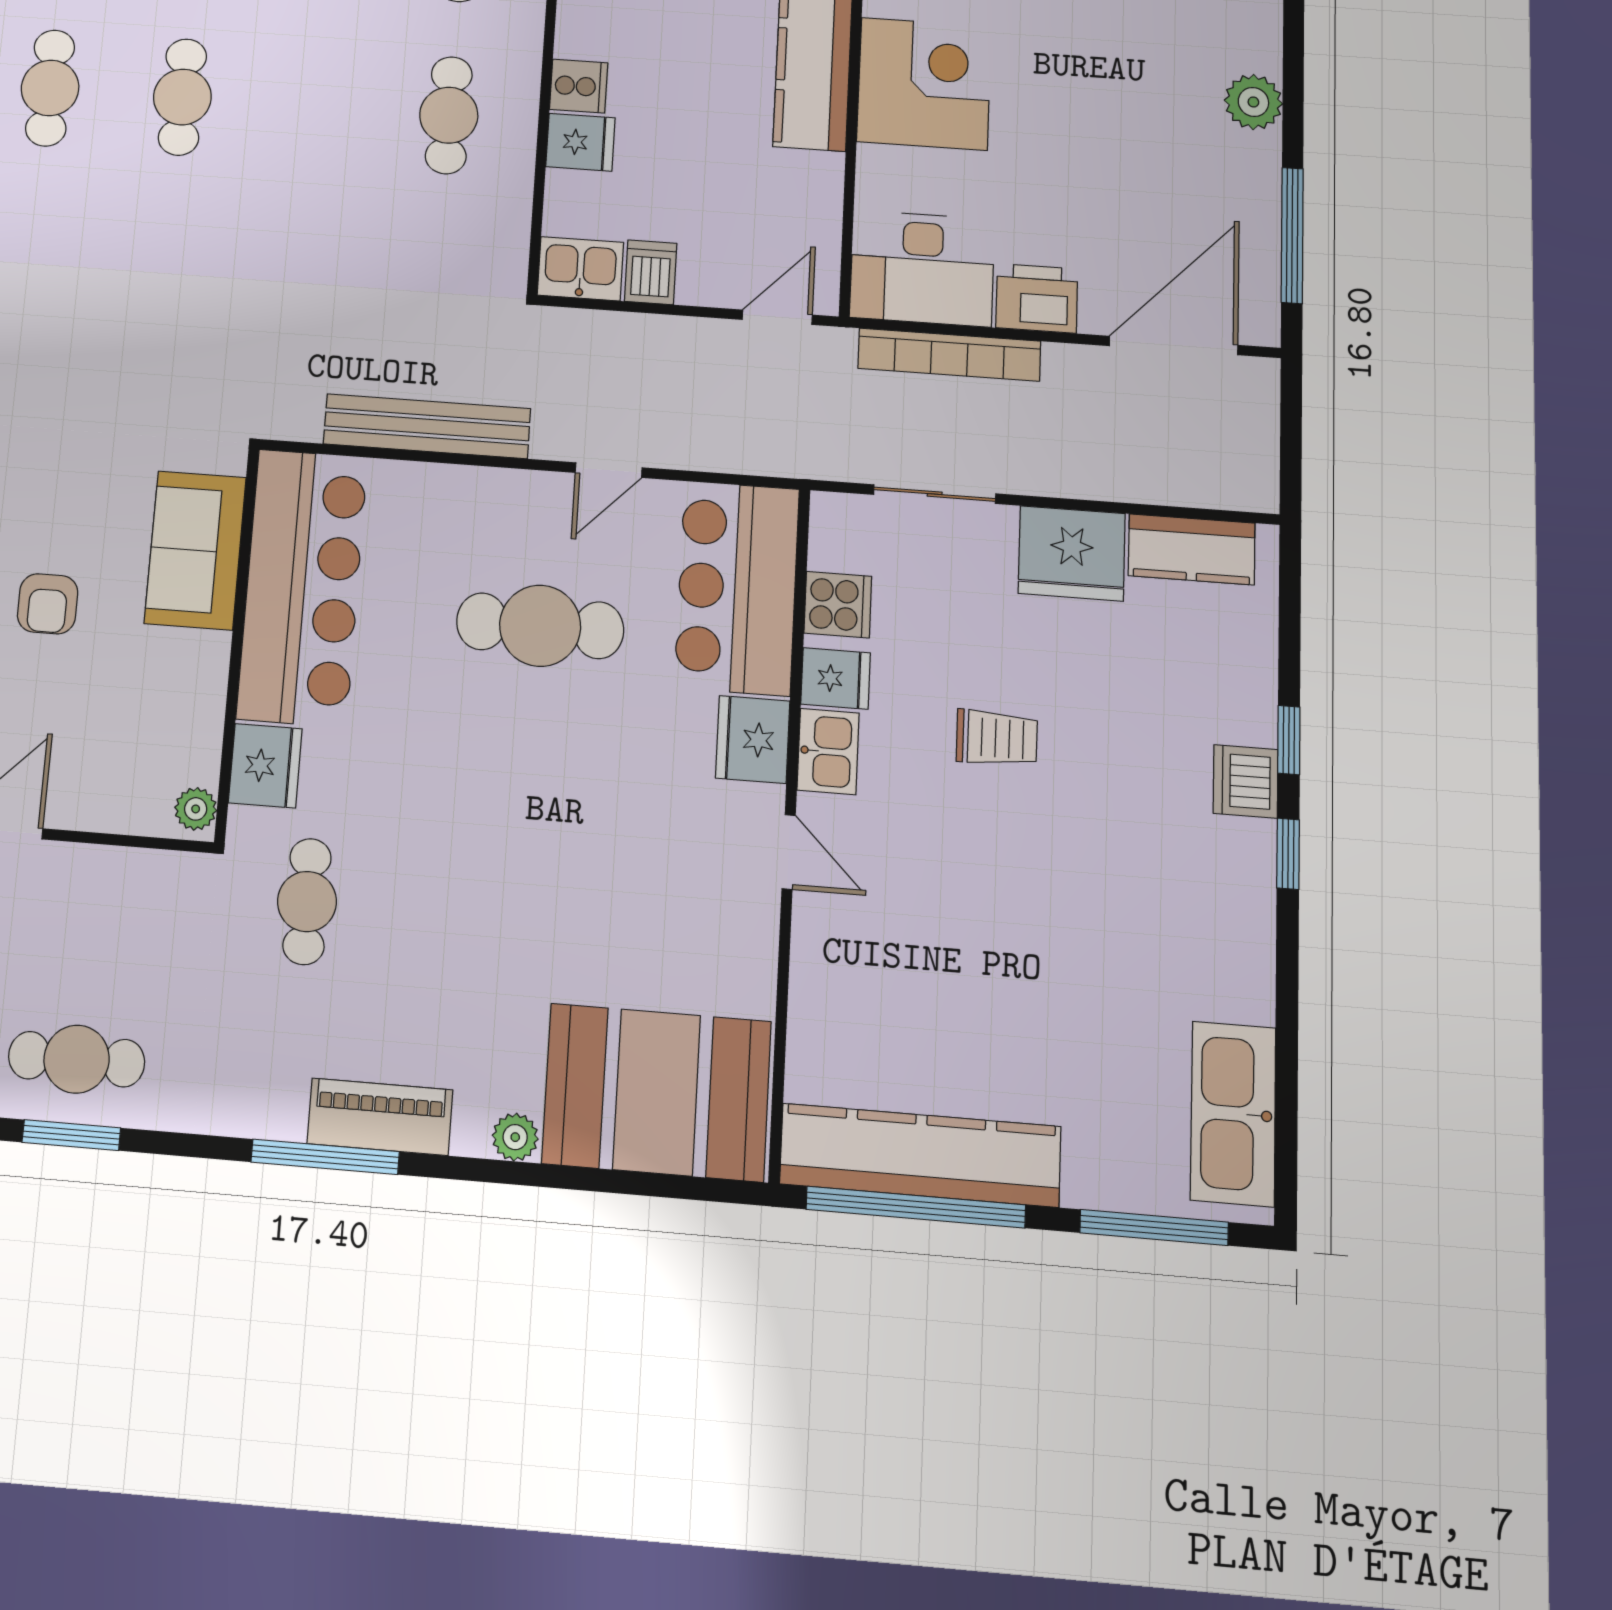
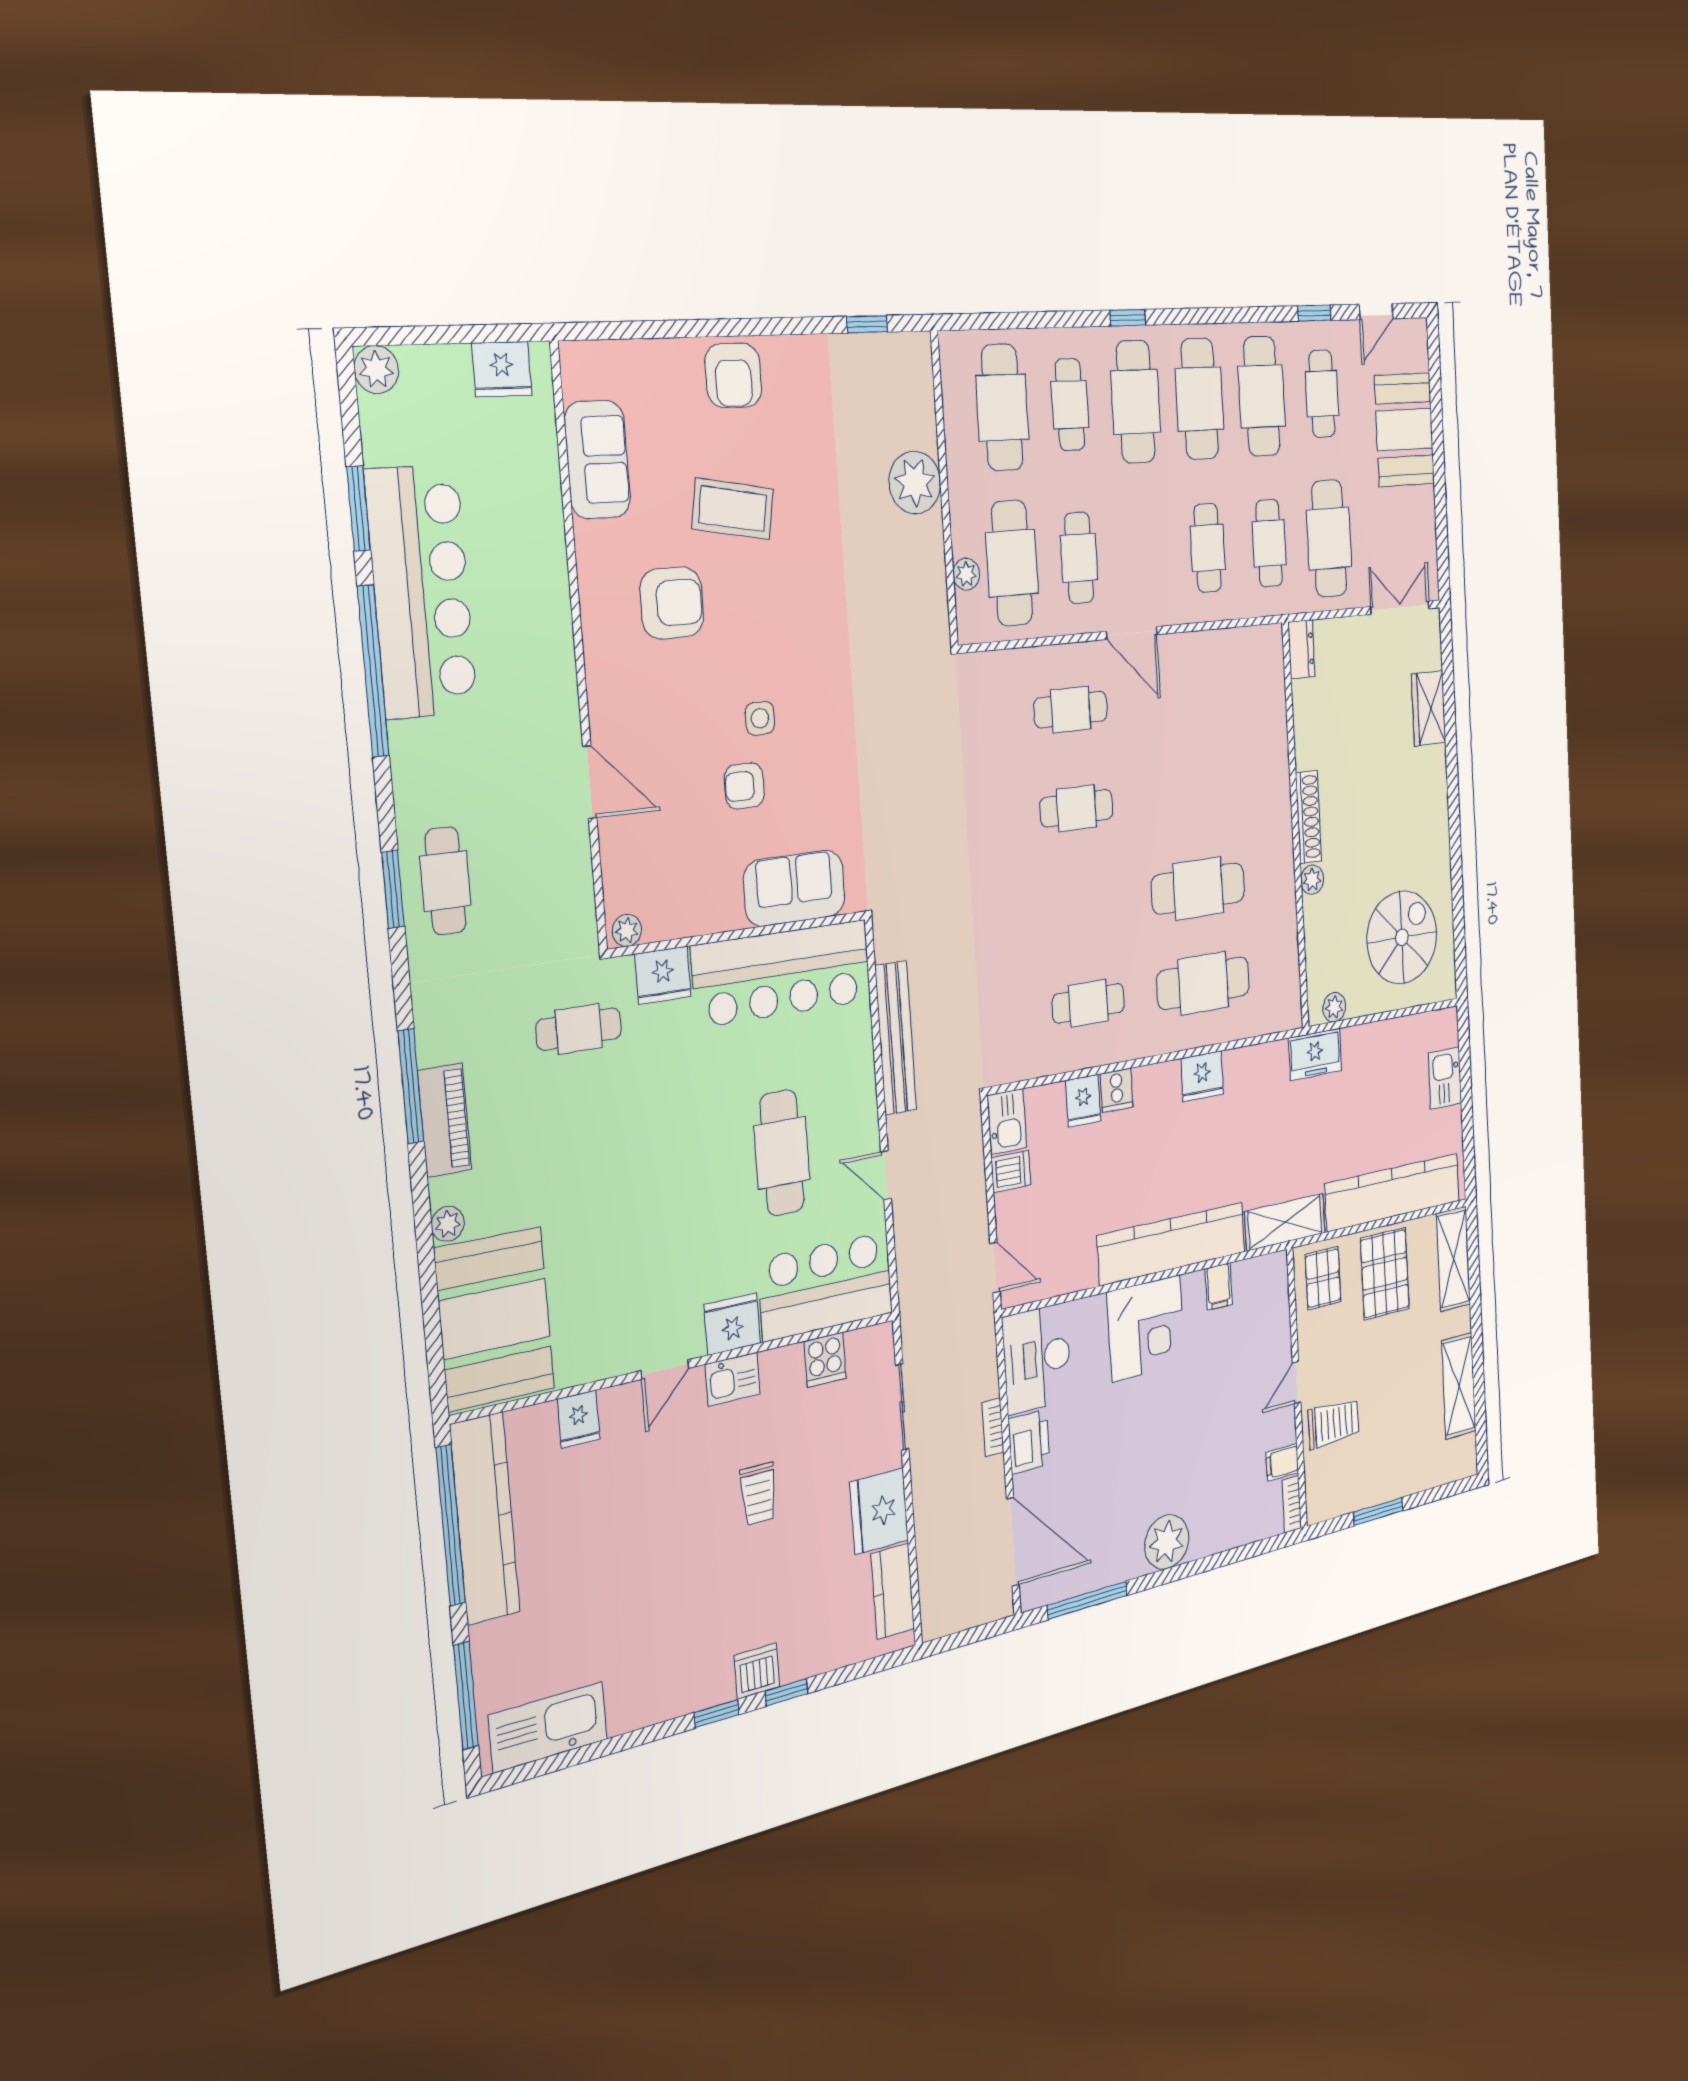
plant: (1253, 102) -> (1167, 1542), width x1.36, depth x1.36
bookcase: (949, 355) -> (993, 1427), width x0.43, depth x0.76
fridge: (836, 678) -> (579, 1419), moved

